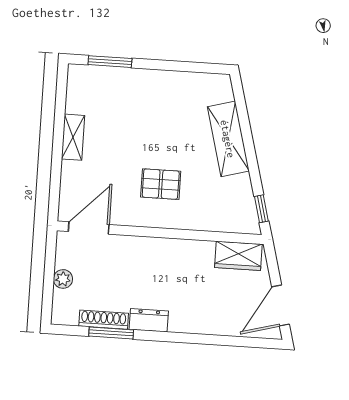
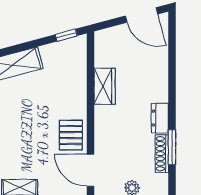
pallet: (161, 184) -> (71, 135), moved
wardrobe: (238, 256) -> (105, 86), moved

